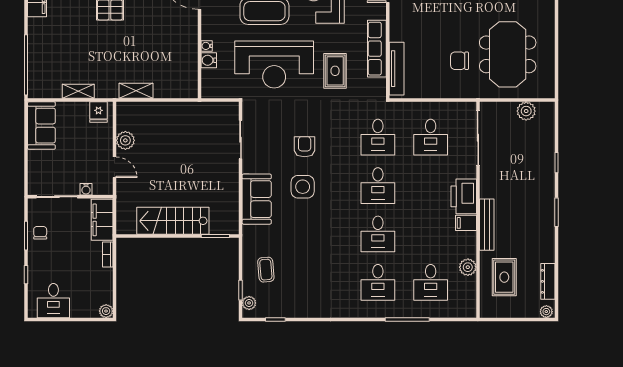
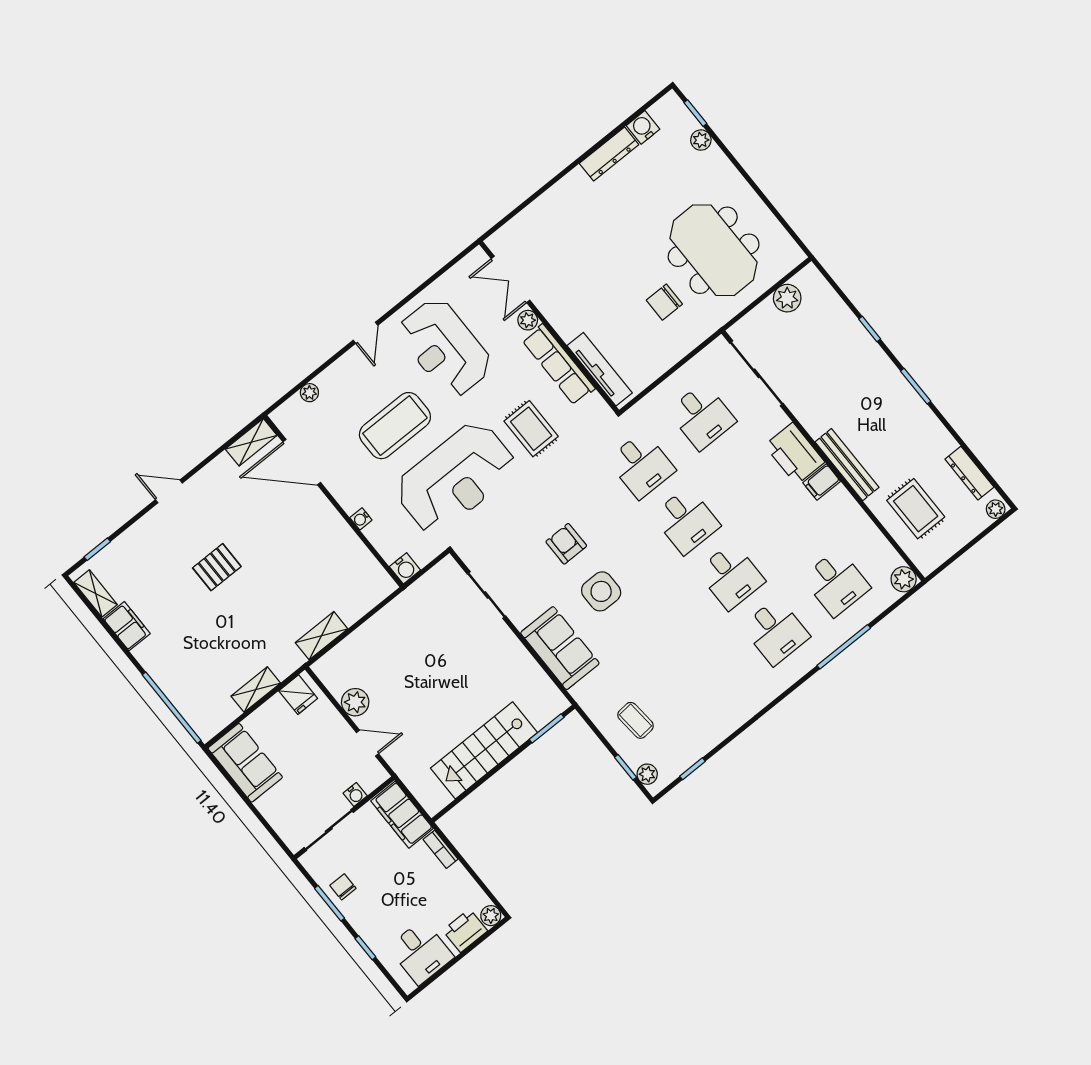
plant: (380, 12) -> (528, 320), added
water cooler: (209, 60) -> (405, 568), moved, turned -90
plant: (468, 267) -> (904, 579), moved
printer: (86, 308) -> (465, 931), added

